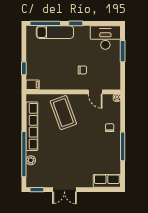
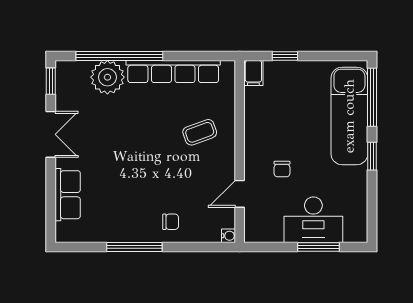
exam couch: (55, 32) -> (349, 116), width x1.36, depth x1.45
desk: (105, 37) -> (313, 220), moved, turned 90
coffee table: (63, 113) -> (200, 132), width x0.54, depth x0.58
plant: (31, 160) -> (107, 77), width x1.87, depth x1.87
row of seats: (107, 181) -> (68, 195), moved
double door: (64, 190) -> (51, 134), swing flipped

